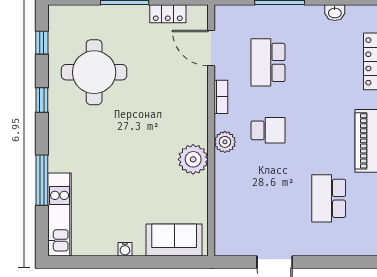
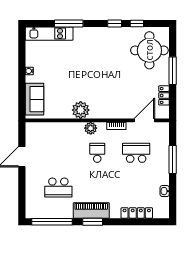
window: (42, 43) -> (137, 23), moved
round table: (94, 72) -> (149, 50), moved
school desk: (268, 130) -> (97, 153), turned 180
school desk: (329, 198) -> (58, 188), turned 180

